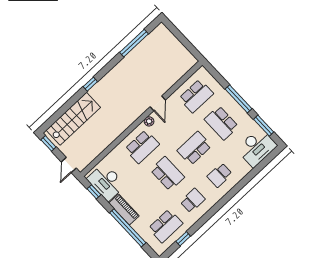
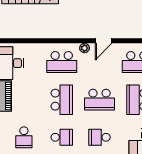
school desk: (194, 148) -> (100, 100), turned 180
school desk: (166, 226) -> (24, 137), width x0.54

